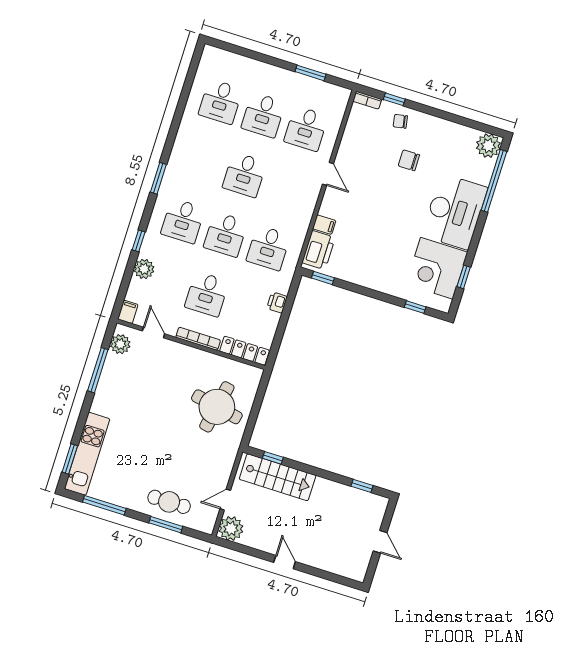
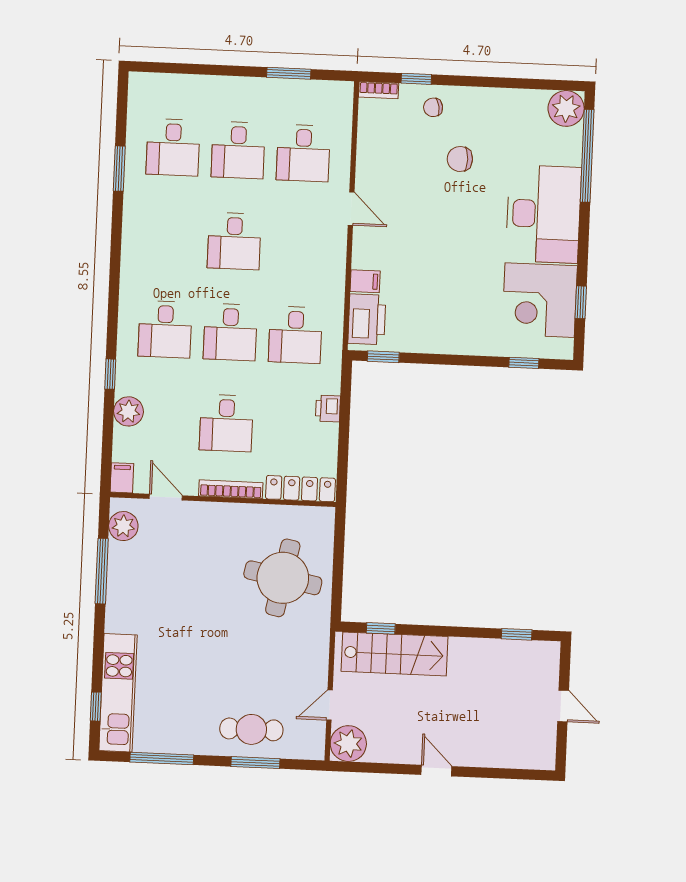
window: (158, 178) -> (119, 169), moved
window: (70, 459) -> (96, 707), width x0.67

